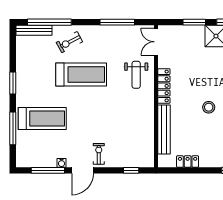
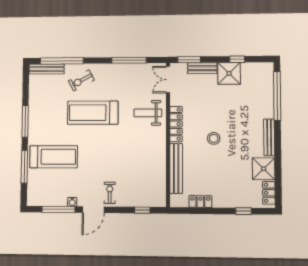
window: (194, 22) -> (189, 60), moved
bench: (190, 31) -> (202, 68), added
treadmill: (81, 75) -> (93, 113), turned 180
weight bench: (136, 75) -> (148, 113), turned 90
window: (13, 83) -> (25, 121), width x1.44
stool: (209, 107) -> (214, 138), moved

